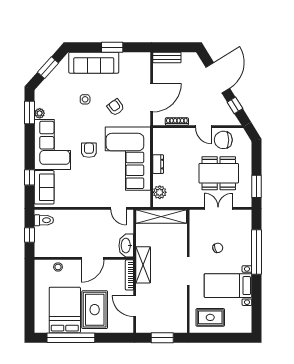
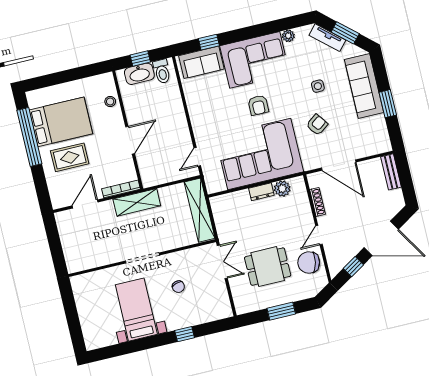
tv unit: (48, 83) -> (327, 38), added
window: (30, 112) -> (286, 24), removed
chair: (223, 140) -> (309, 263), turned -78
armchair: (89, 150) -> (258, 105), turned 90
dining table: (219, 173) -> (268, 267), width x0.73
window: (257, 186) -> (281, 311), moved
plant: (160, 192) -> (282, 189), moved
double door: (218, 208) -> (222, 262), moved
washbasin: (126, 246) -> (139, 74), moved, turned 180
window: (257, 252) -> (185, 334), width x0.32
door: (93, 258) -> (130, 140), swing flipped
rug: (95, 310) -> (70, 157), width x0.73, depth x0.70
rug: (210, 317) -> (93, 297), removed
window: (162, 338) -> (55, 246), removed

